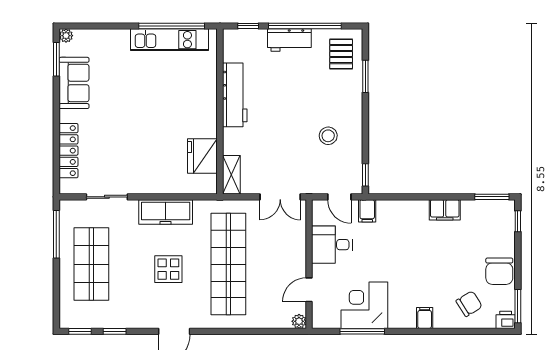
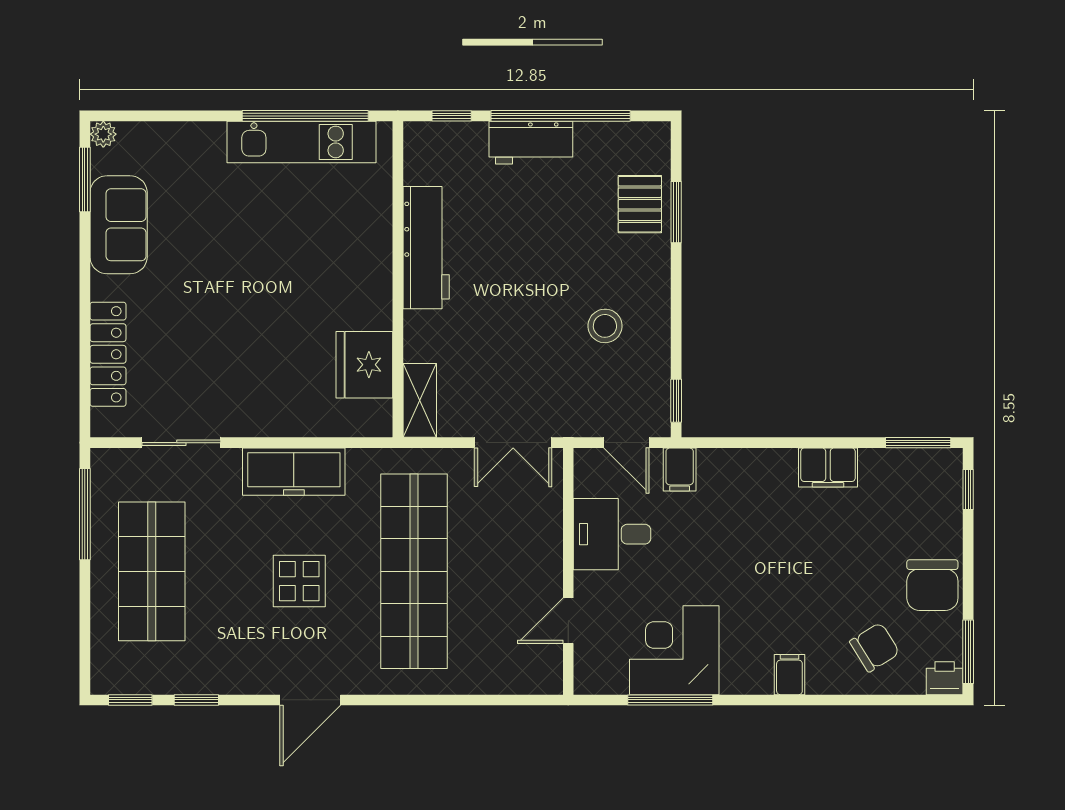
pallet: (341, 54) -> (640, 204), moved
plant: (299, 321) -> (549, 681), removed

